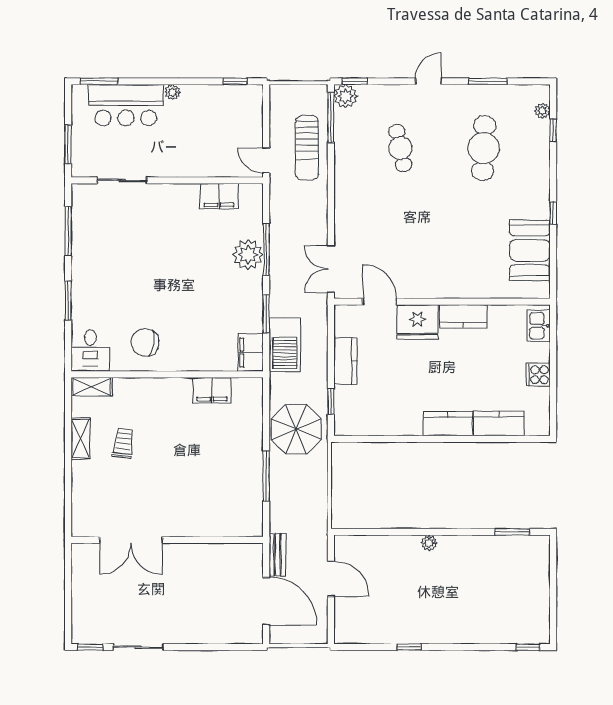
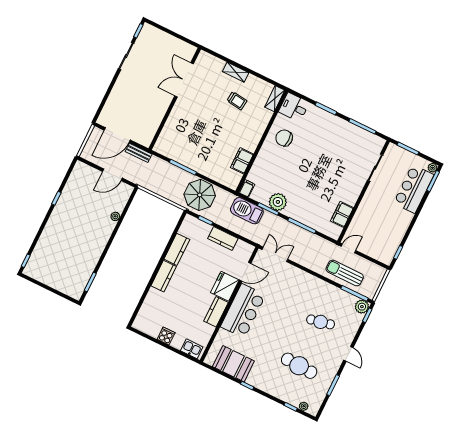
plant: (173, 92) -> (432, 168), moved
plant: (248, 255) -> (278, 202), moved
bar counter: (441, 275) -> (243, 311), added
chair: (145, 342) -> (284, 138), turned -100
filing cabinet: (251, 352) -> (247, 188), width x0.50
kitchen counter: (499, 423) -> (177, 249), moved
shelving: (81, 438) -> (236, 72), moved
plant: (429, 543) -> (115, 216), moved

